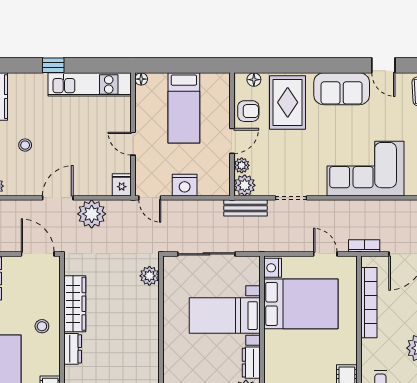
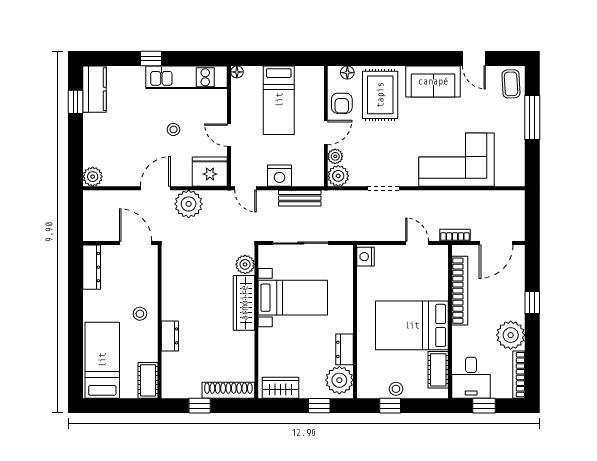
armchair: (248, 111) -> (342, 103), turned 90
stool: (25, 145) -> (173, 129), moved
fridge: (122, 185) -> (210, 172), width x1.88, depth x1.34
bench: (245, 208) -> (300, 198), moved
wardrobe: (75, 304) -> (244, 303), moved, turned 180
bed: (301, 304) -> (412, 325), moved, turned 180
bed with nightstands: (225, 316) -> (293, 298), moved, turned 180

